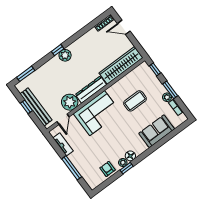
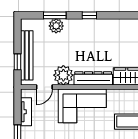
plant: (65, 55) -> (56, 26), moved
window: (26, 74) -> (55, 15), moved
window: (26, 107) -> (17, 62), moved

